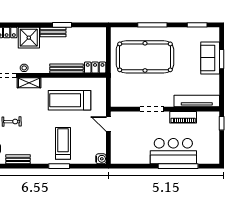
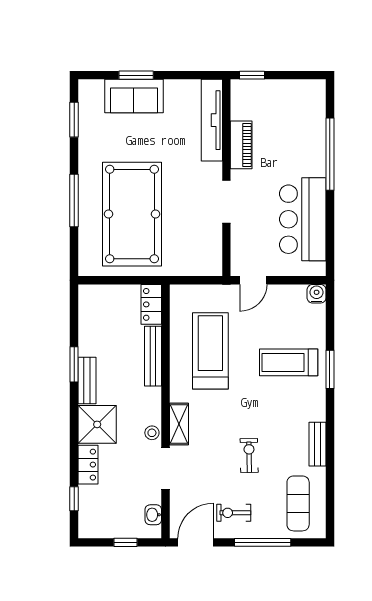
treadmill: (69, 100) -> (210, 351), turned 180
bar counter: (173, 151) -> (303, 219), moved

